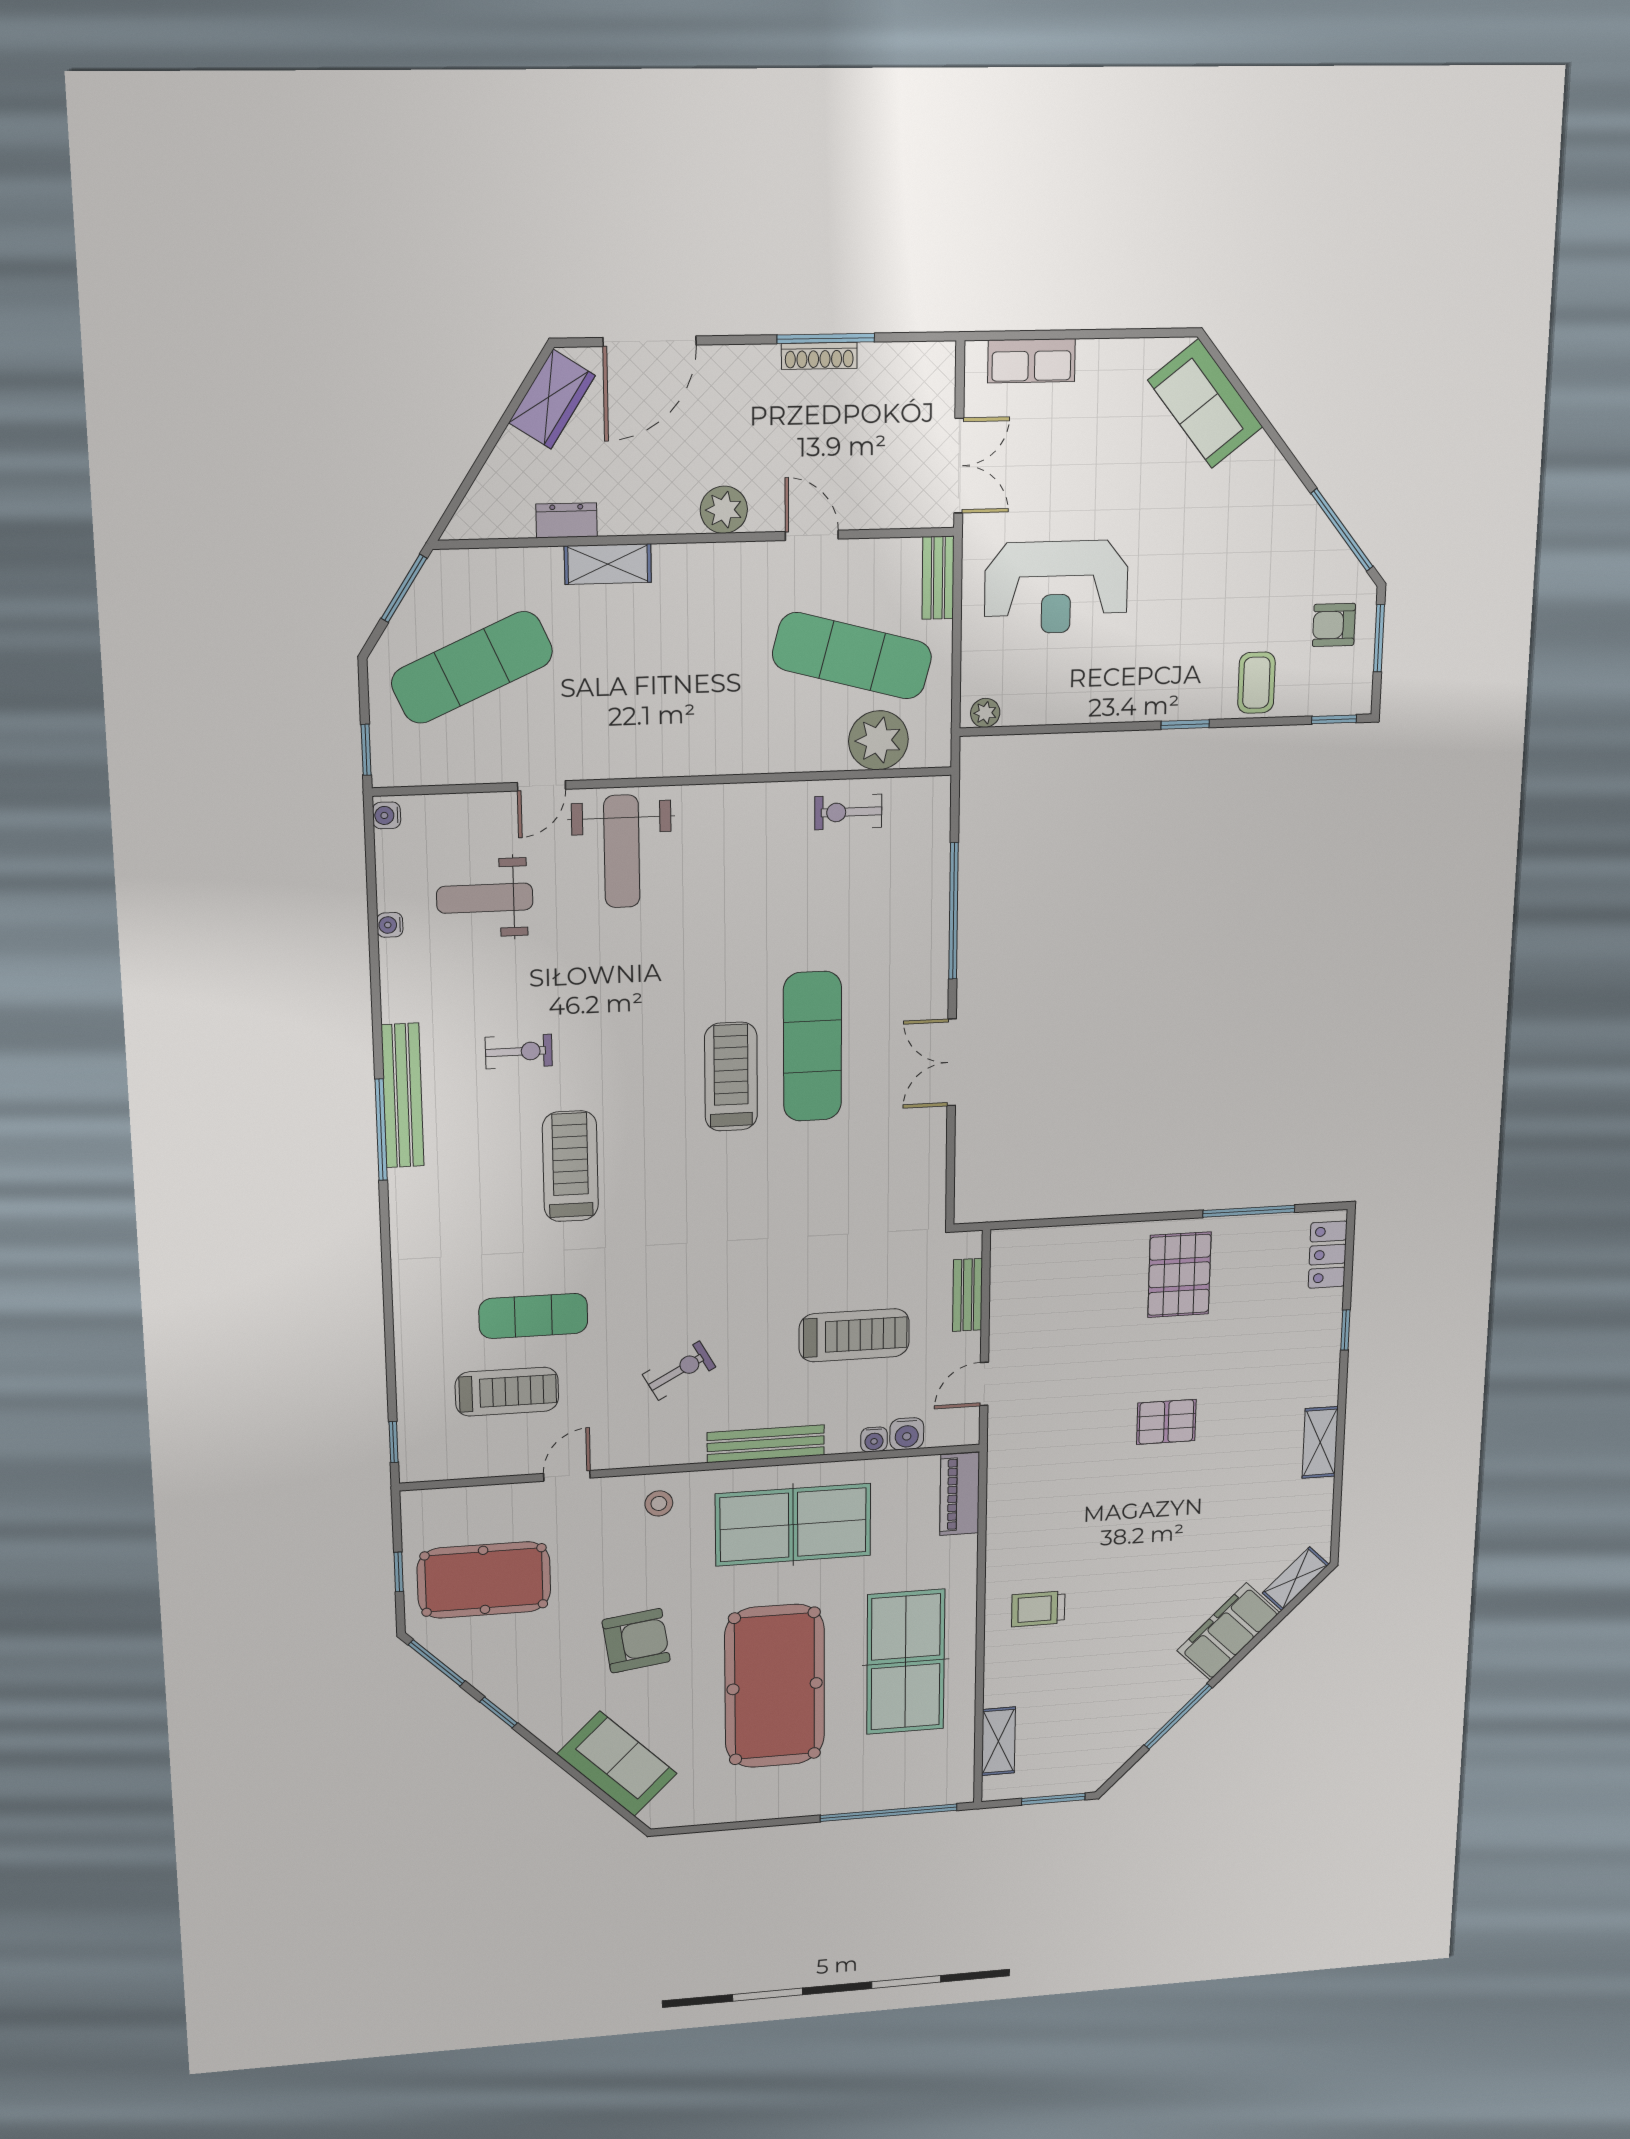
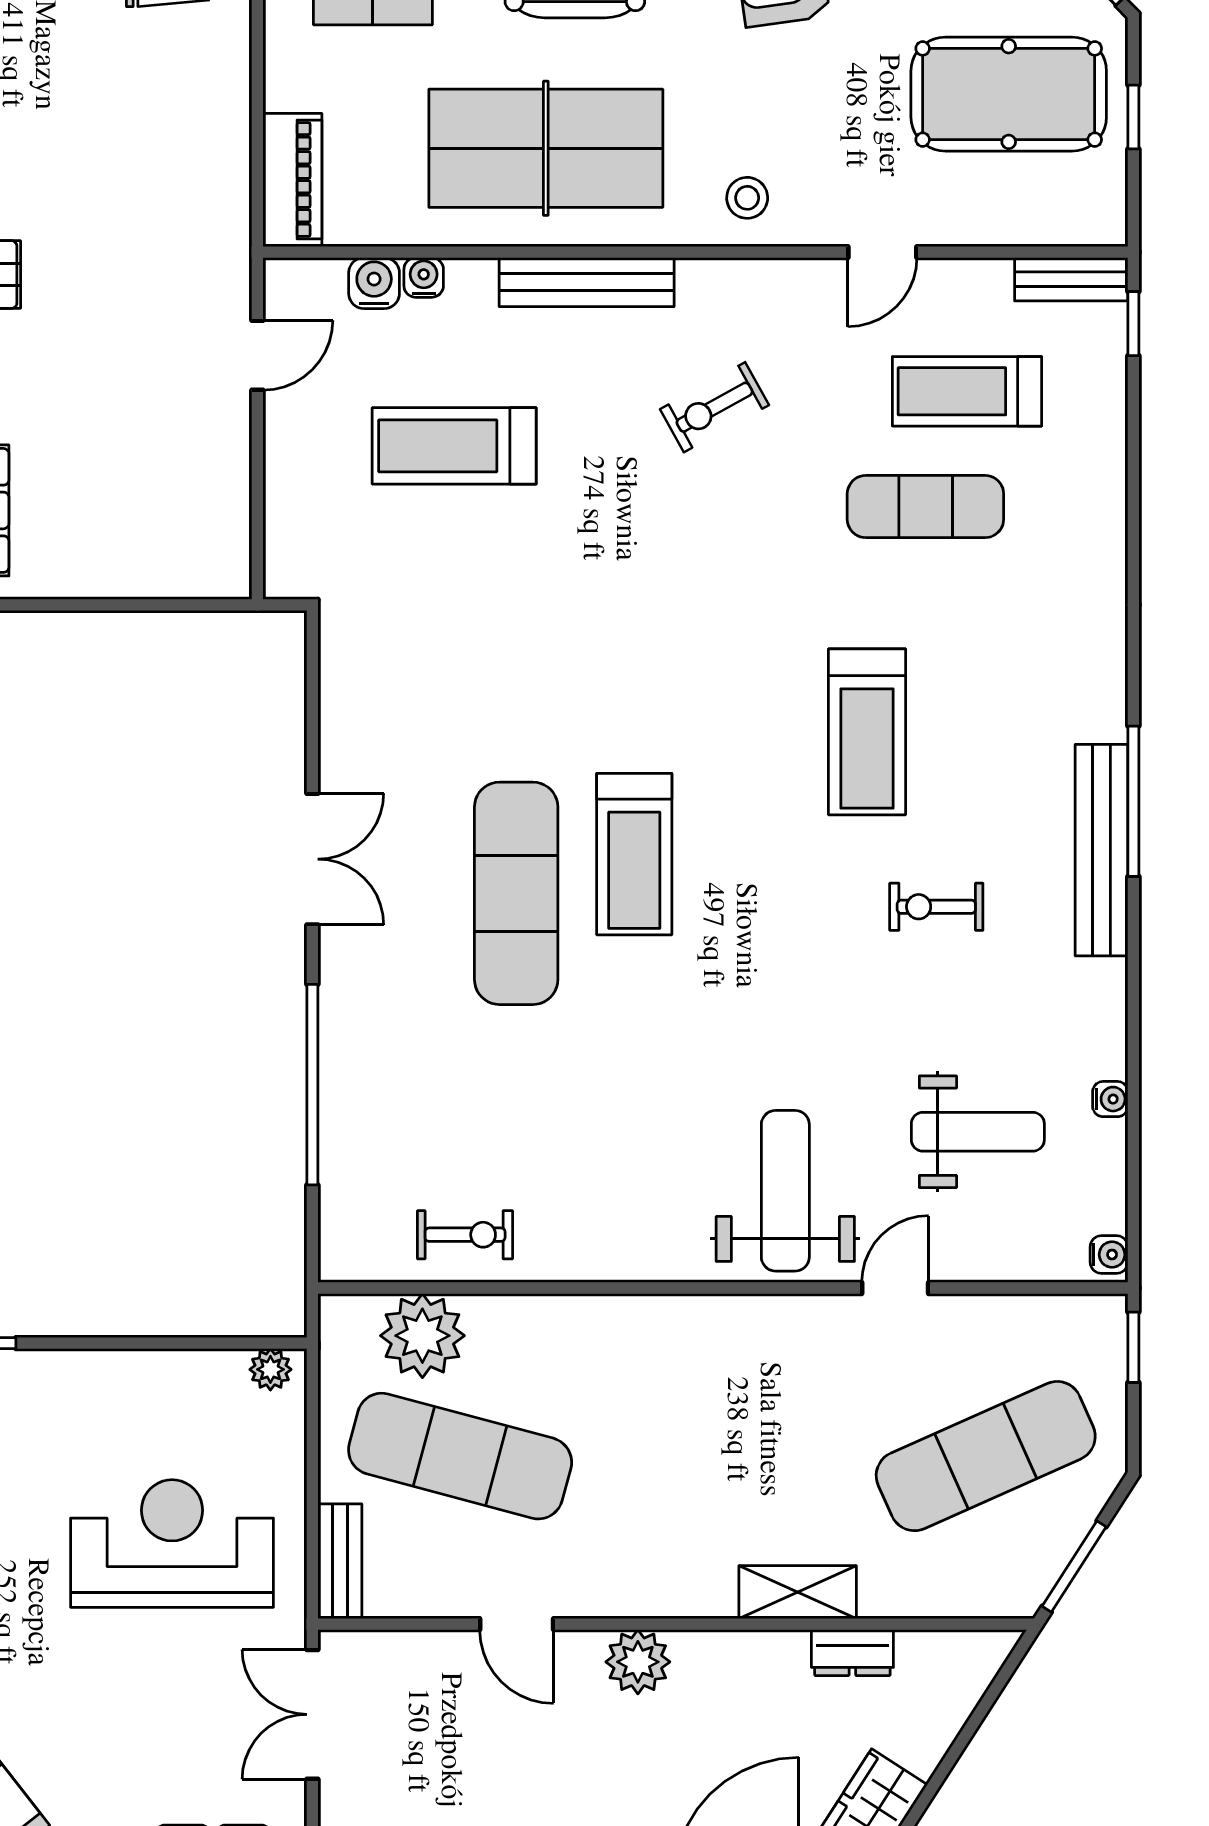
bench: (968, 1295) -> (1071, 279), moved, turned 90

